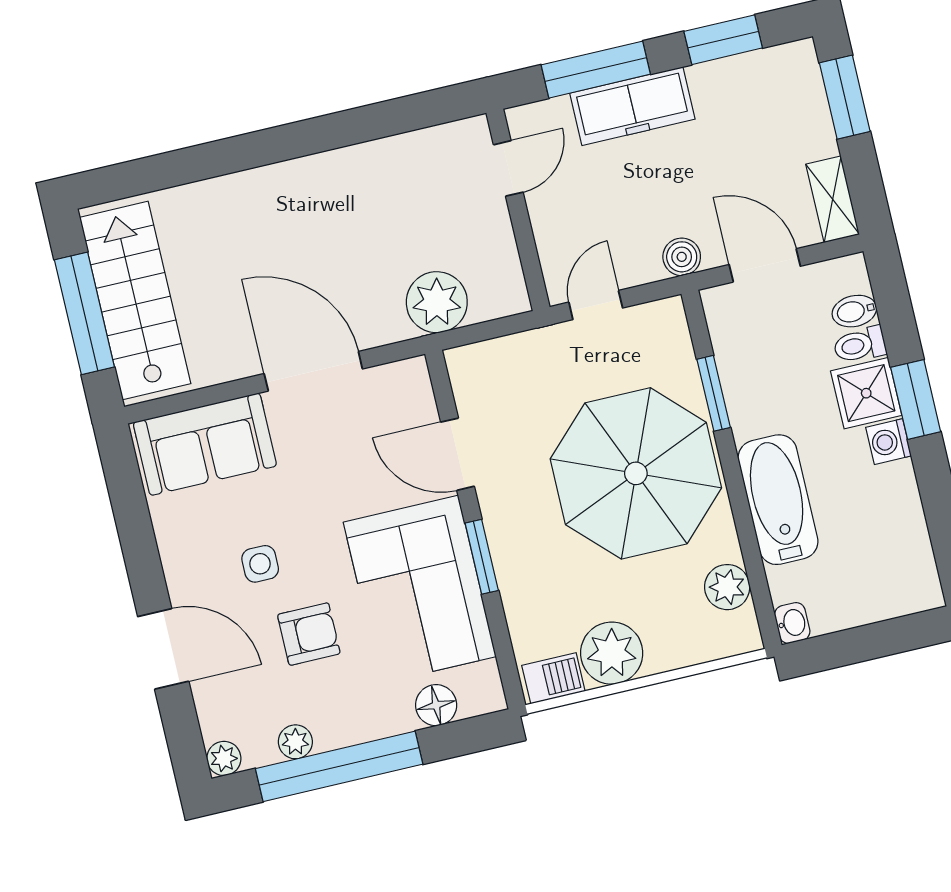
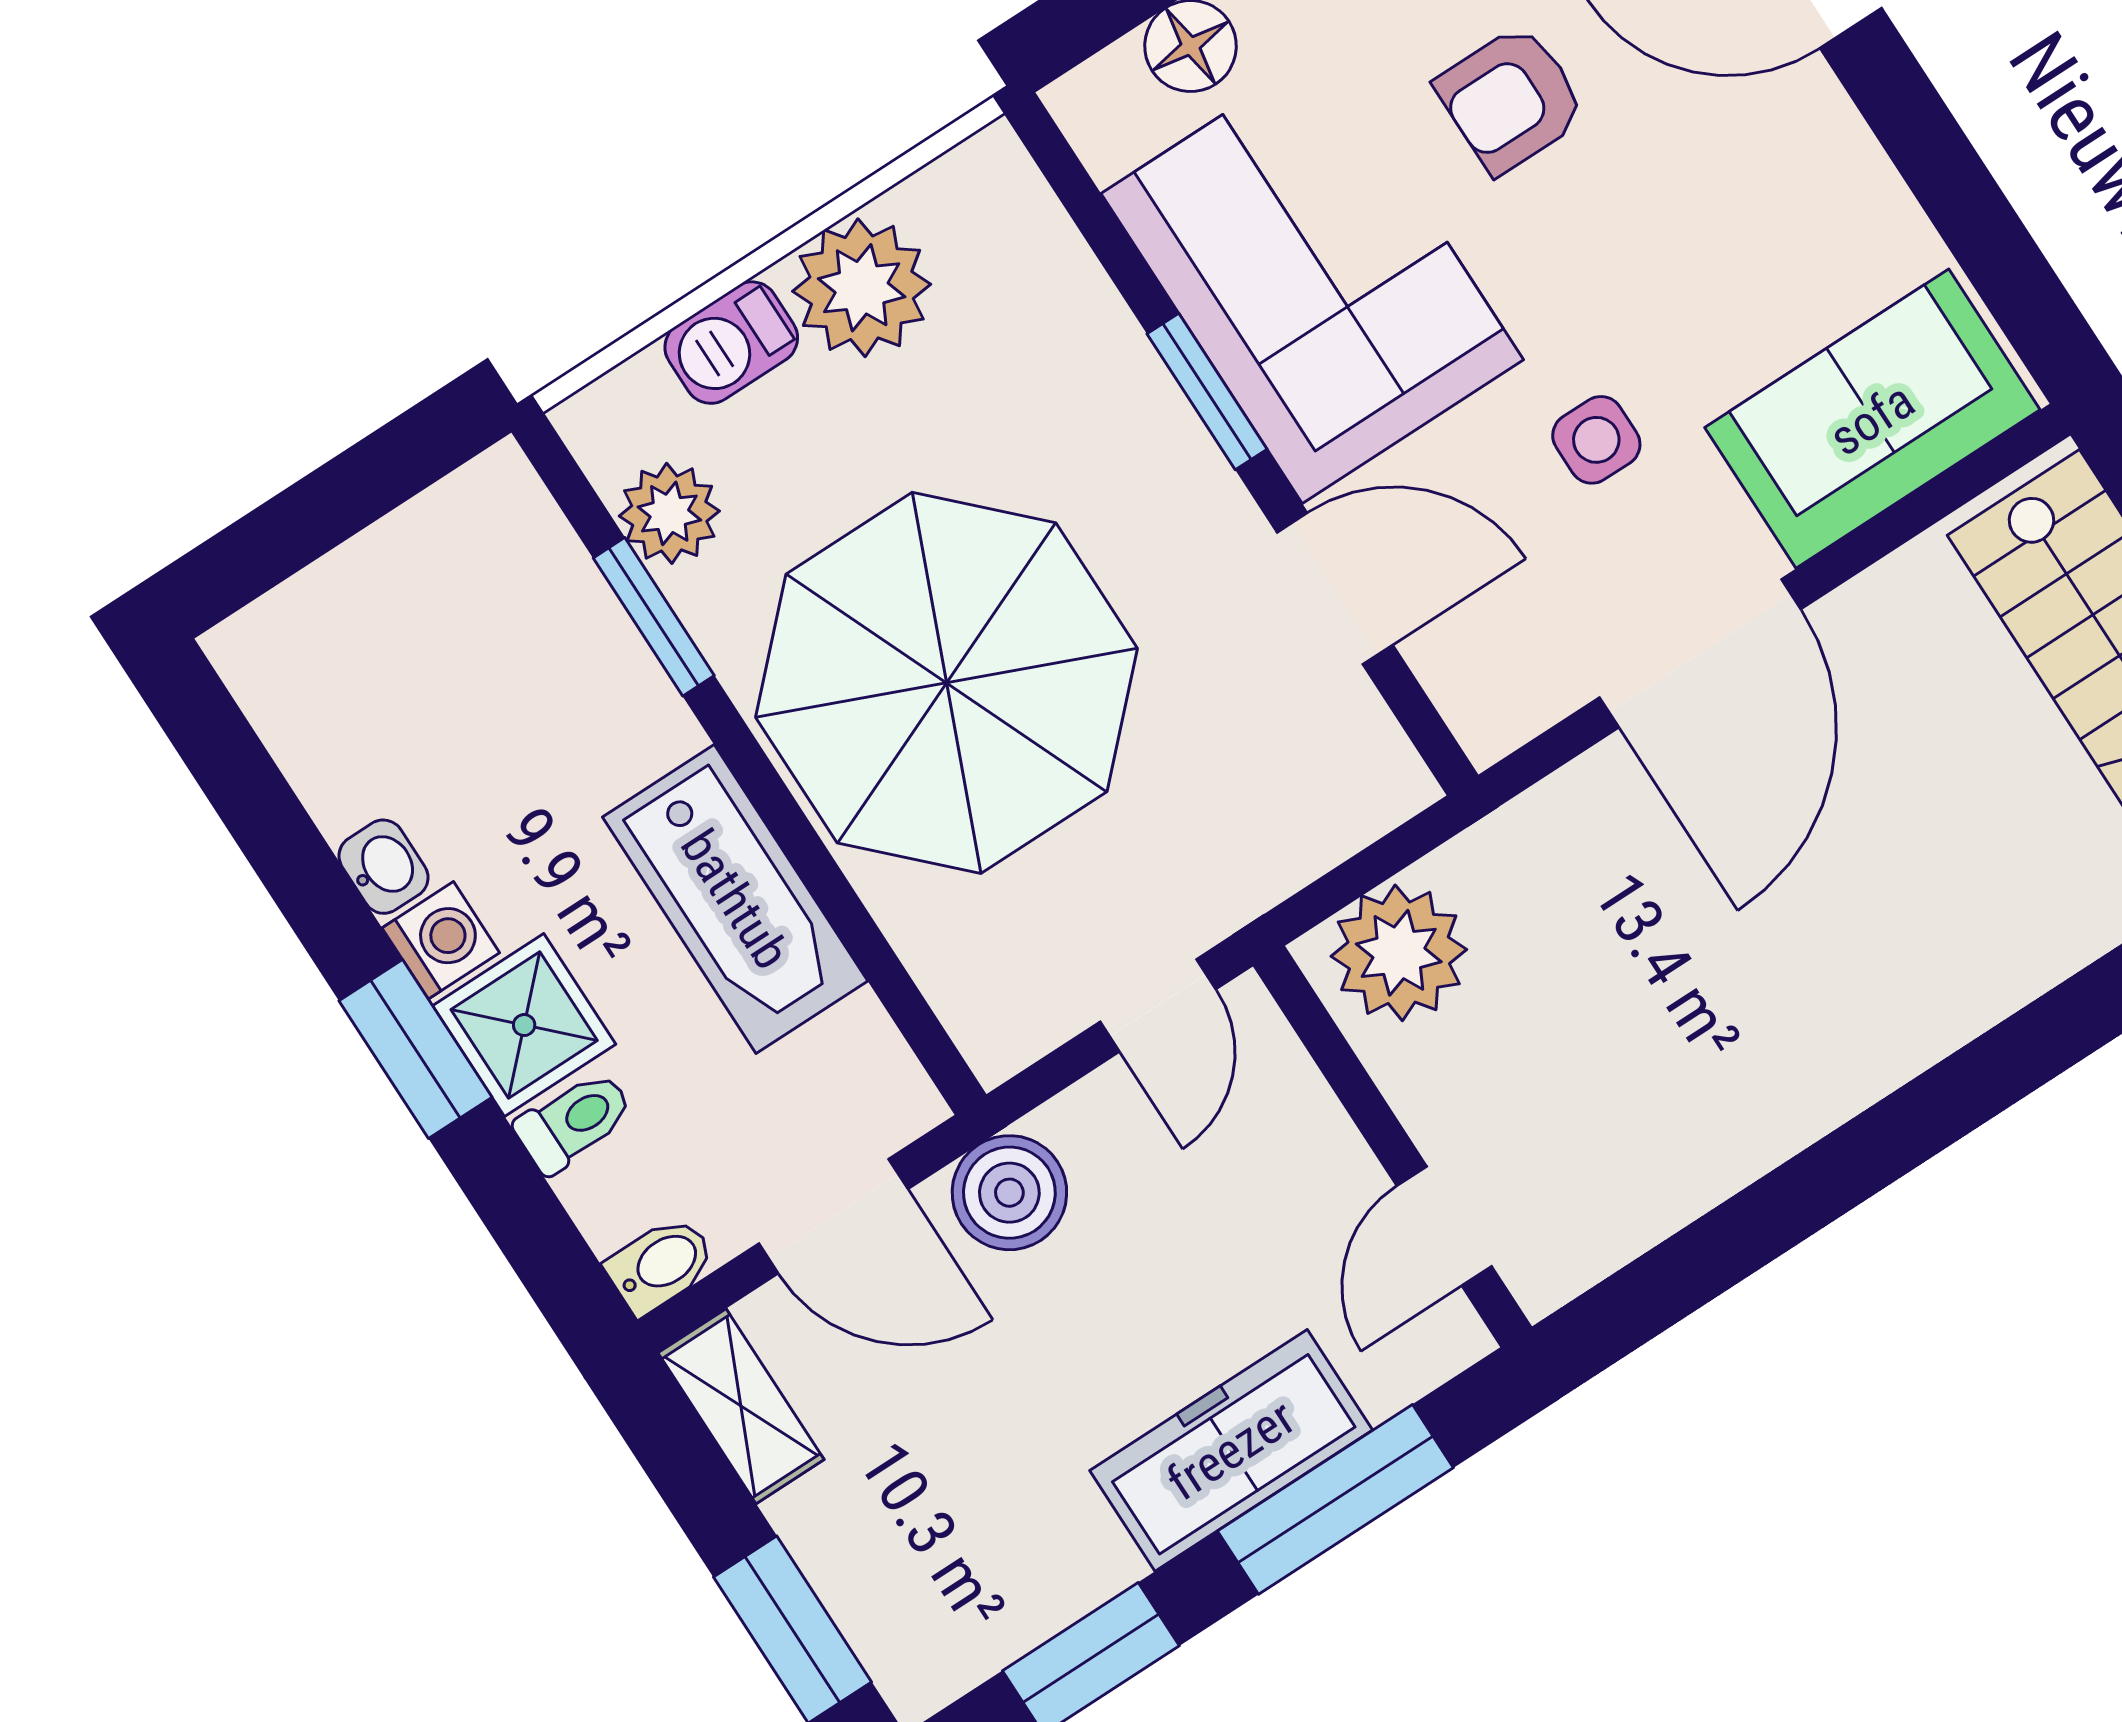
boiler: (682, 257) -> (1009, 1193), width x1.36, depth x1.36
plant: (437, 302) -> (1399, 953), moved
bidet: (854, 311) -> (661, 1265), moved
door: (313, 371) -> (1700, 653), hinge flipped
window: (714, 393) -> (654, 617), moved
bathtub: (778, 500) -> (735, 899), moved
side table: (260, 564) -> (1596, 440), moved
washbasin: (792, 623) -> (384, 867), moved, turned 180
barbecue: (553, 678) -> (731, 343), moved

